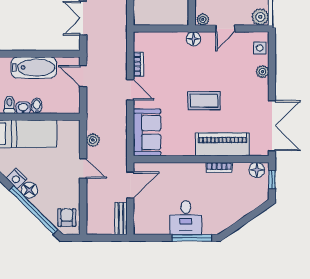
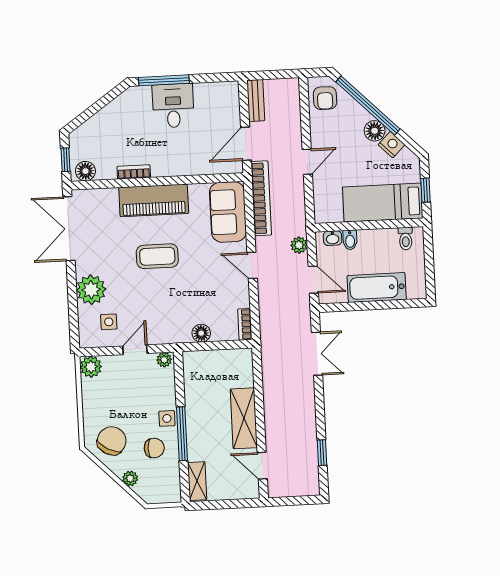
floor lamp: (194, 39) -> (201, 333), moved
side table: (260, 48) -> (109, 322), moved
bookcase: (138, 64) -> (245, 324), moved
plant: (263, 72) -> (91, 290), width x1.87, depth x1.87
bidet: (37, 106) -> (350, 240), moved
washbasin: (23, 108) -> (333, 238), moved
plant: (93, 140) -> (299, 245), moved
bookcase: (121, 142) -> (261, 198), added
piano: (223, 144) -> (154, 200), moved
door: (83, 168) -> (307, 162), swing flipped

